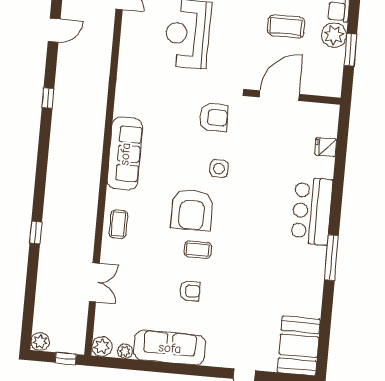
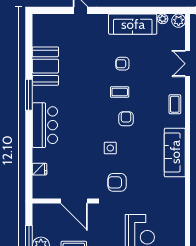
door: (279, 96) -> (74, 201), hinge flipped
armchair: (192, 210) -> (126, 119), width x0.53, depth x0.53
booth: (299, 346) -> (45, 66), moved

